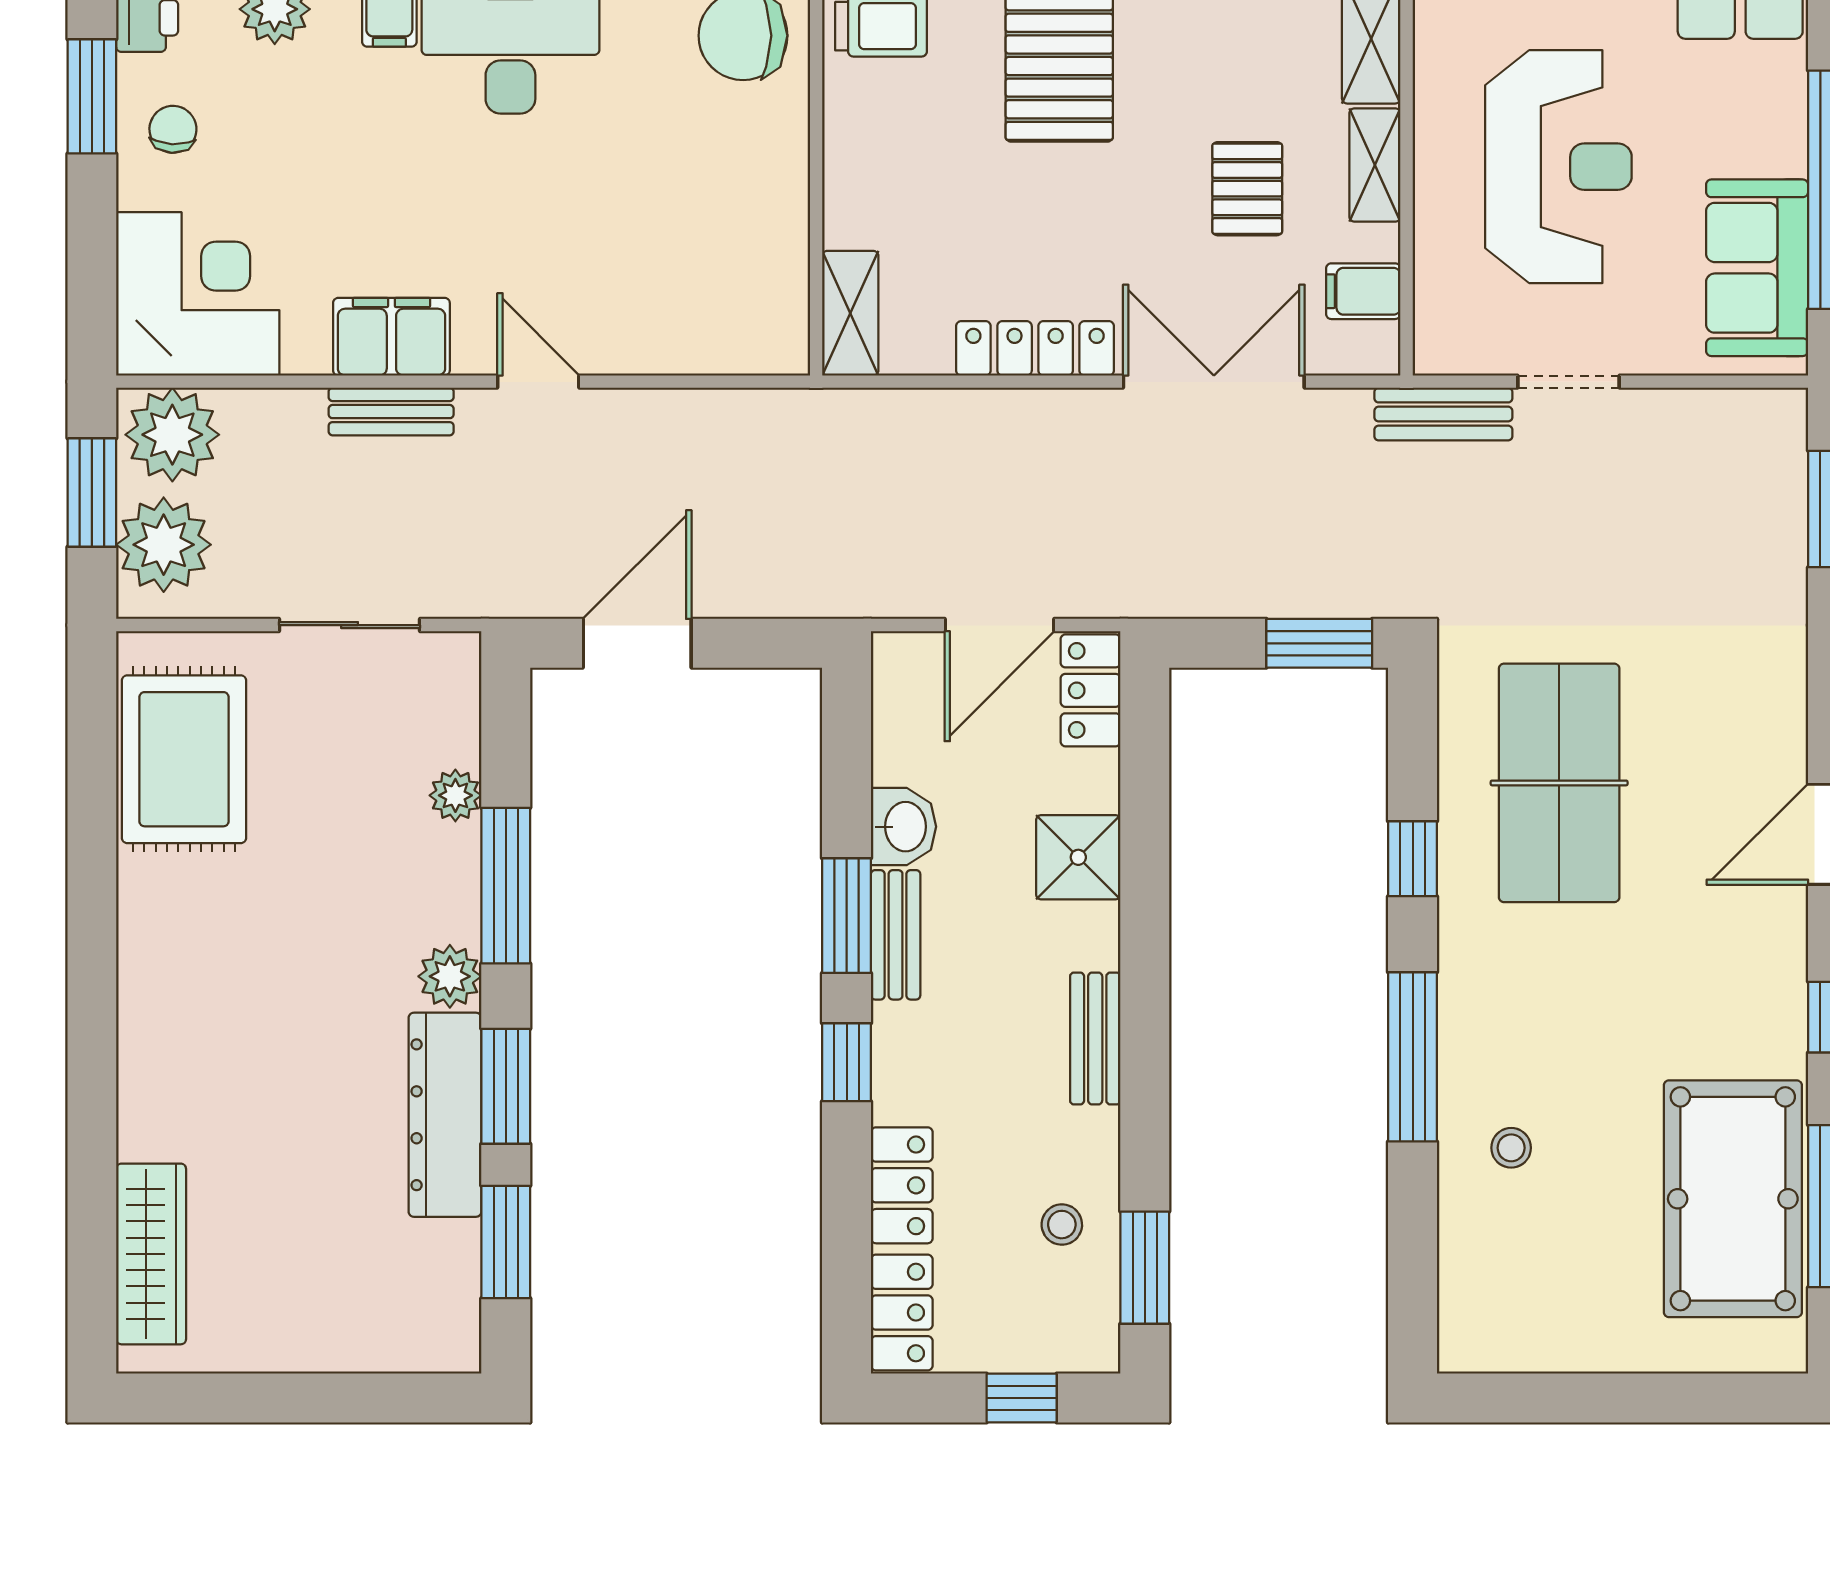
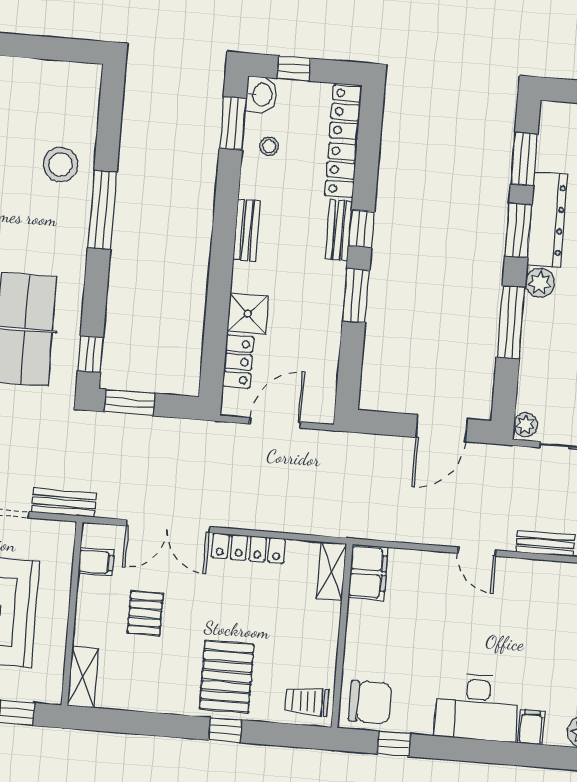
shelving: (1375, 165) -> (86, 619), removed
filing cabinet: (391, 337) -> (368, 572), moved, turned -90
locker: (1090, 690) -> (238, 362), moved
plant: (455, 795) -> (526, 425), moved
washbasin: (904, 827) -> (261, 95), moved, turned 180
window: (1413, 859) -> (90, 354), moved
bench: (896, 935) -> (339, 230), moved
stool: (1511, 1148) -> (61, 164), width x1.89, depth x1.89

